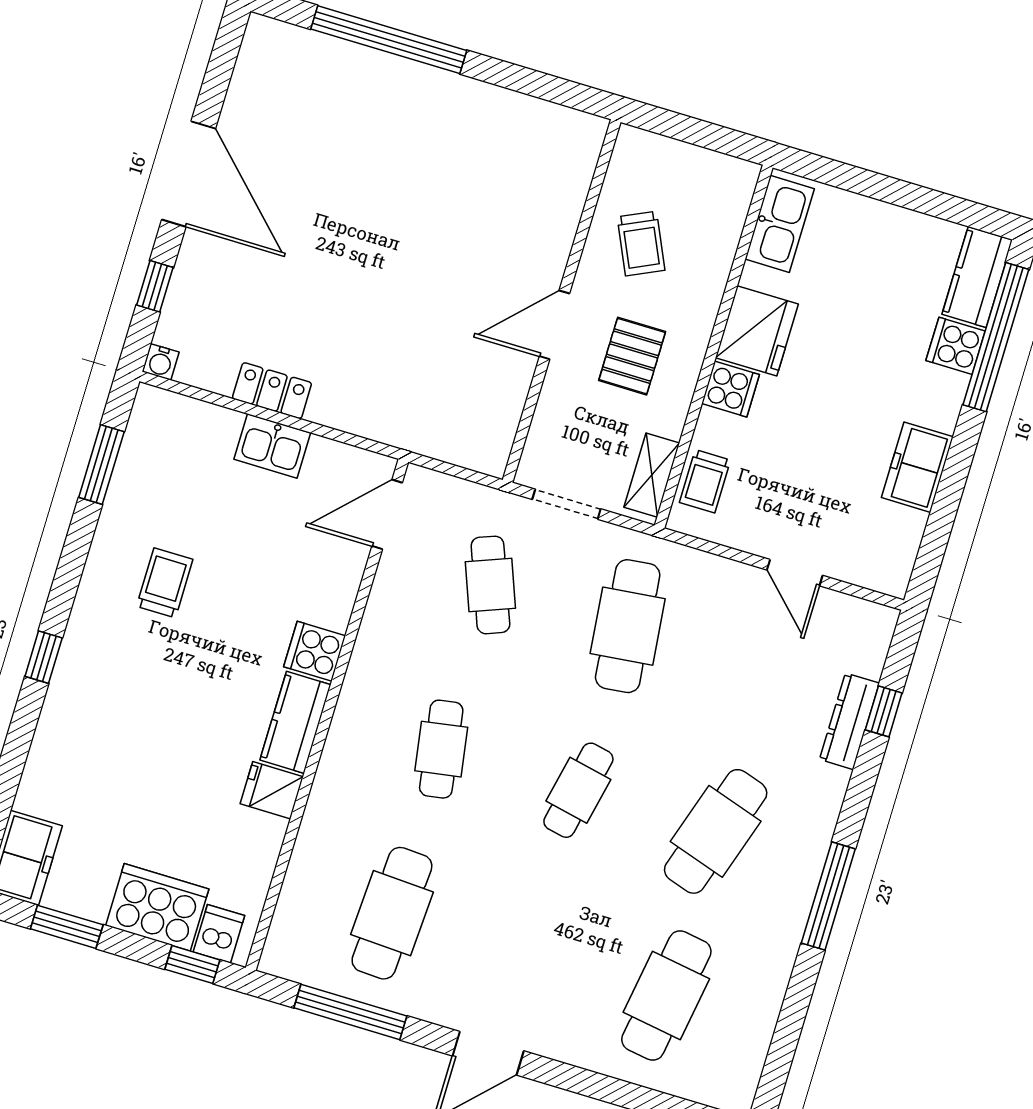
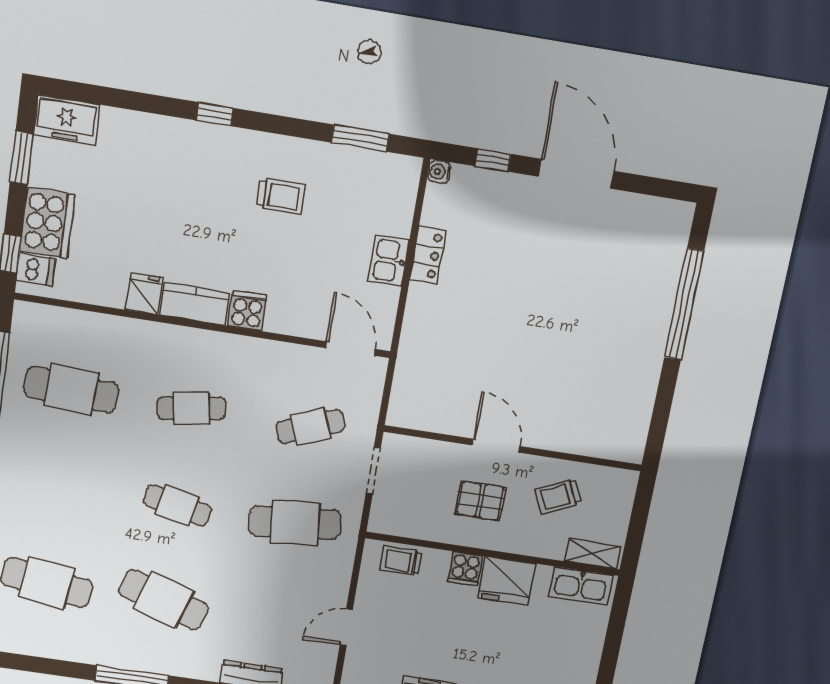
door: (189, 174) -> (576, 174), swing flipped
shelving: (652, 475) -> (593, 554), moved

